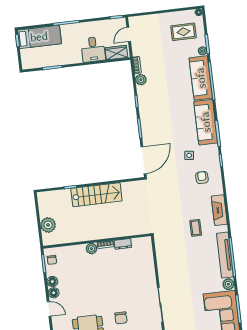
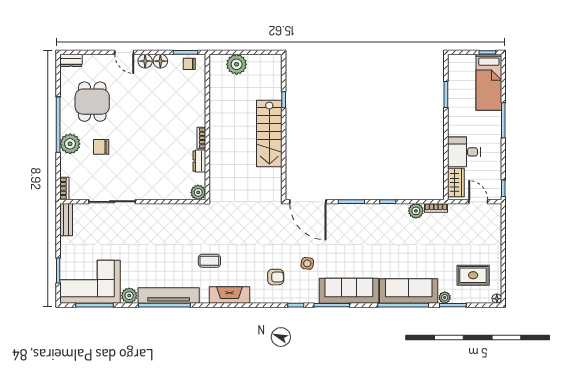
rug: (183, 32) -> (473, 275), turned 90
plant: (91, 249) -> (198, 192), moved
door: (49, 309) -> (124, 52), hinge flipped

